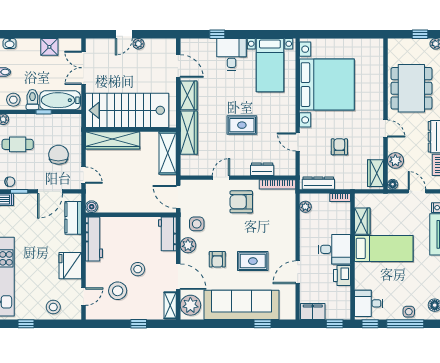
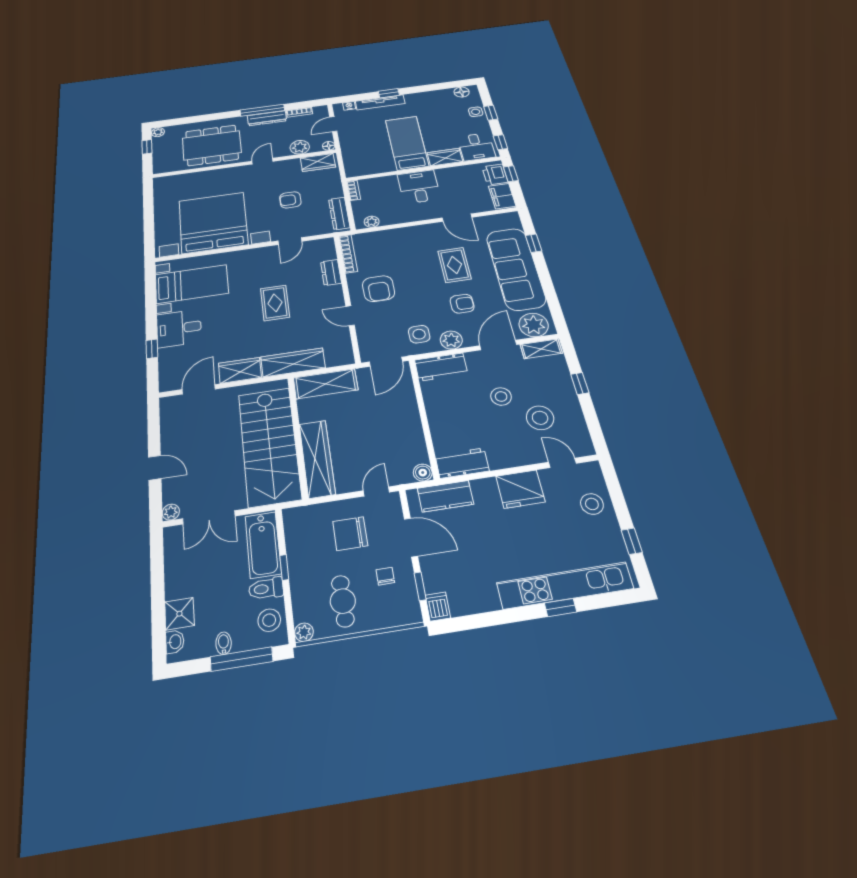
plant: (138, 44) -> (171, 512), moved
shower: (49, 47) -> (179, 614), moved
chair: (10, 182) -> (385, 576), moved
wardrobe: (362, 221) -> (445, 157), moved
workbench: (94, 239) -> (462, 463), width x0.73
printer: (342, 275) -> (495, 174), moved, turned 90
window: (405, 324) -> (491, 113), width x0.46

